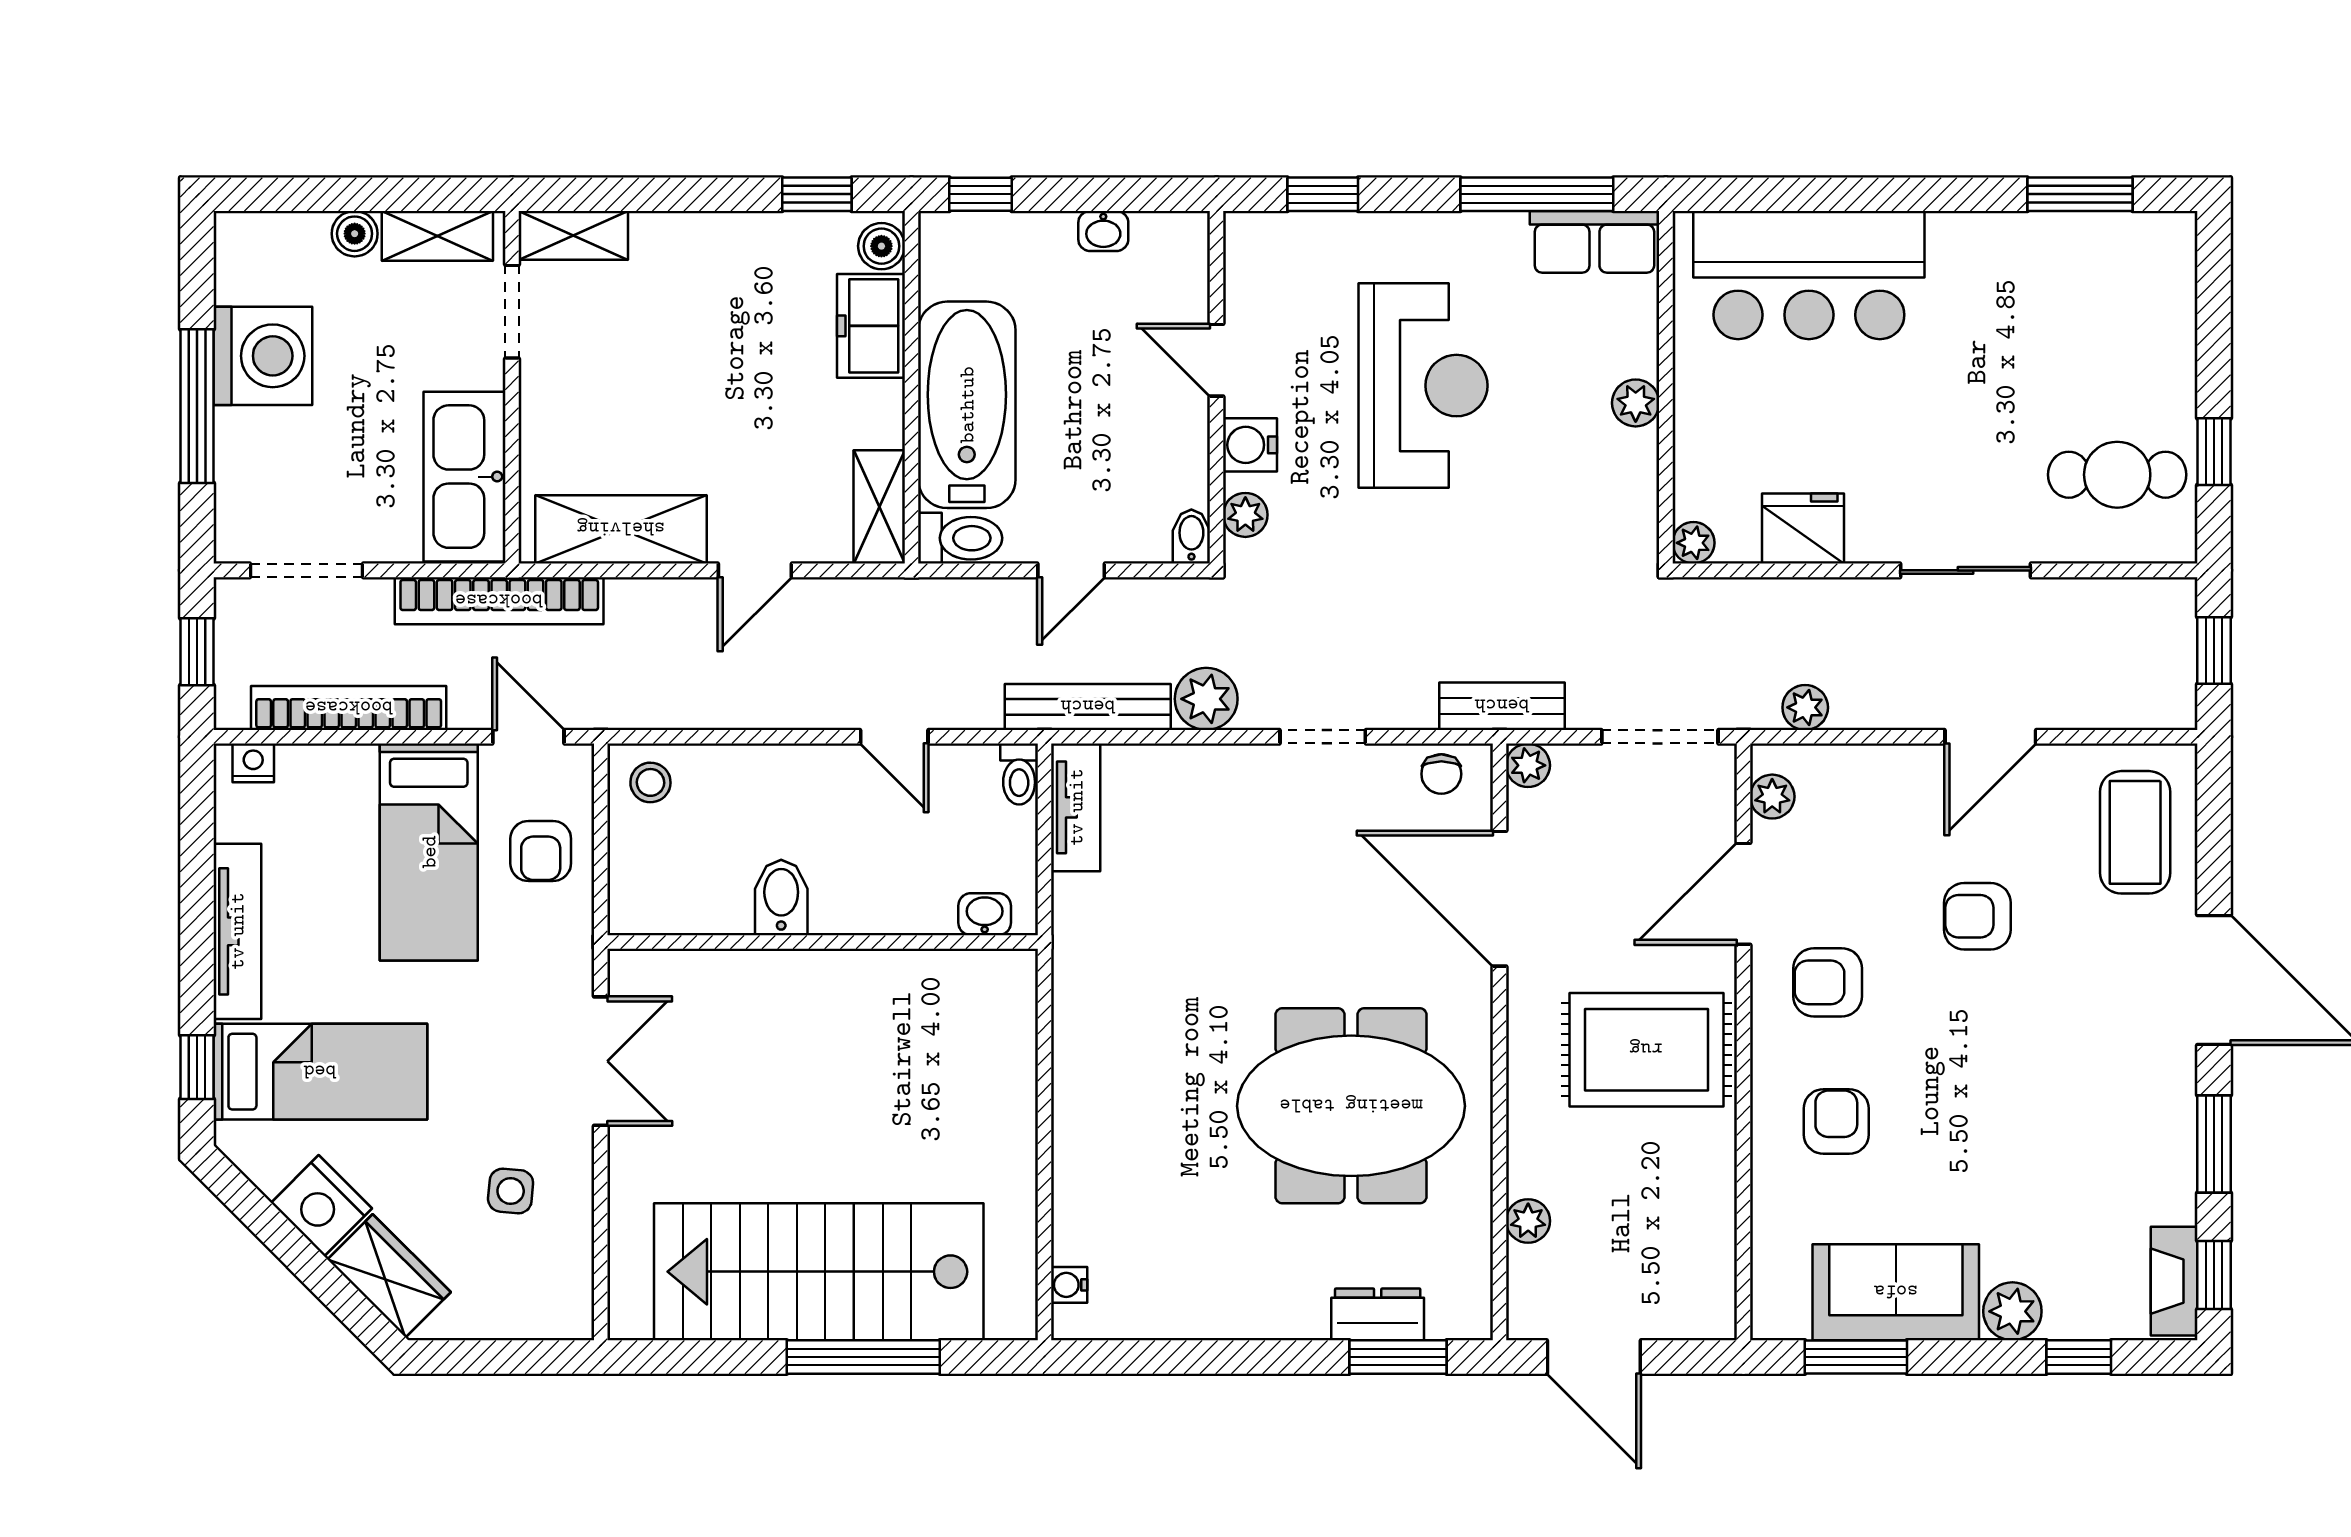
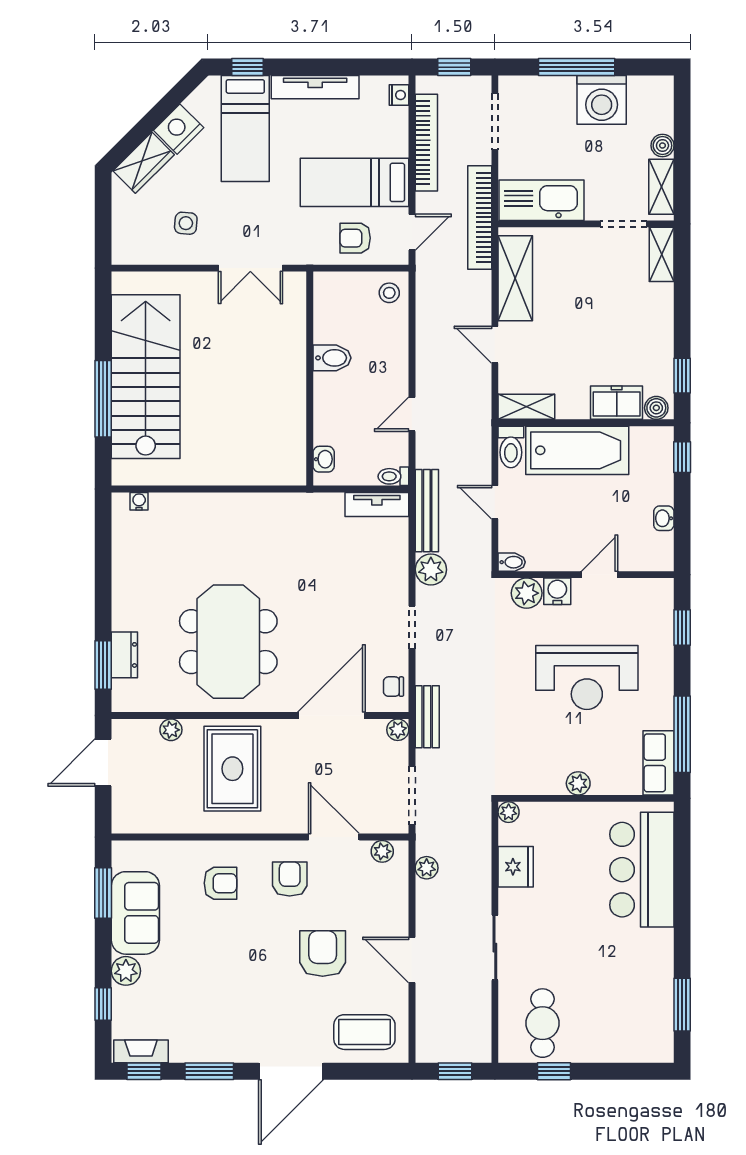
plant: (1245, 515) -> (527, 593), width x1.38, depth x1.38
armchair: (1977, 916) -> (323, 954), width x1.38, depth x1.38
rug: (1646, 1050) -> (232, 769), moved

